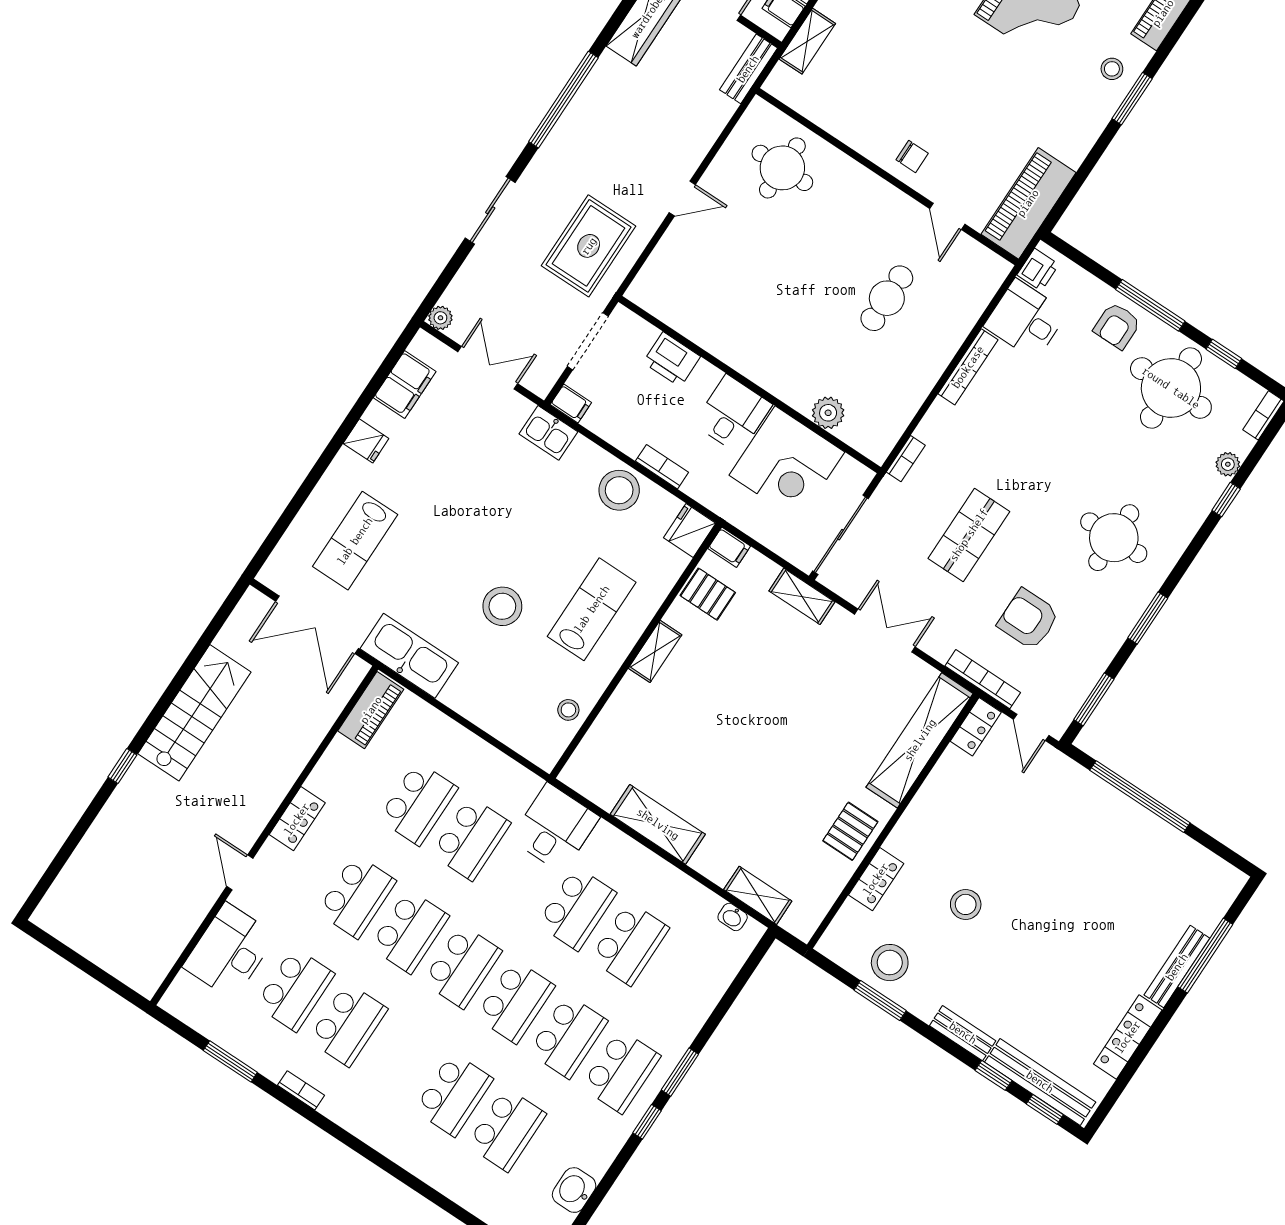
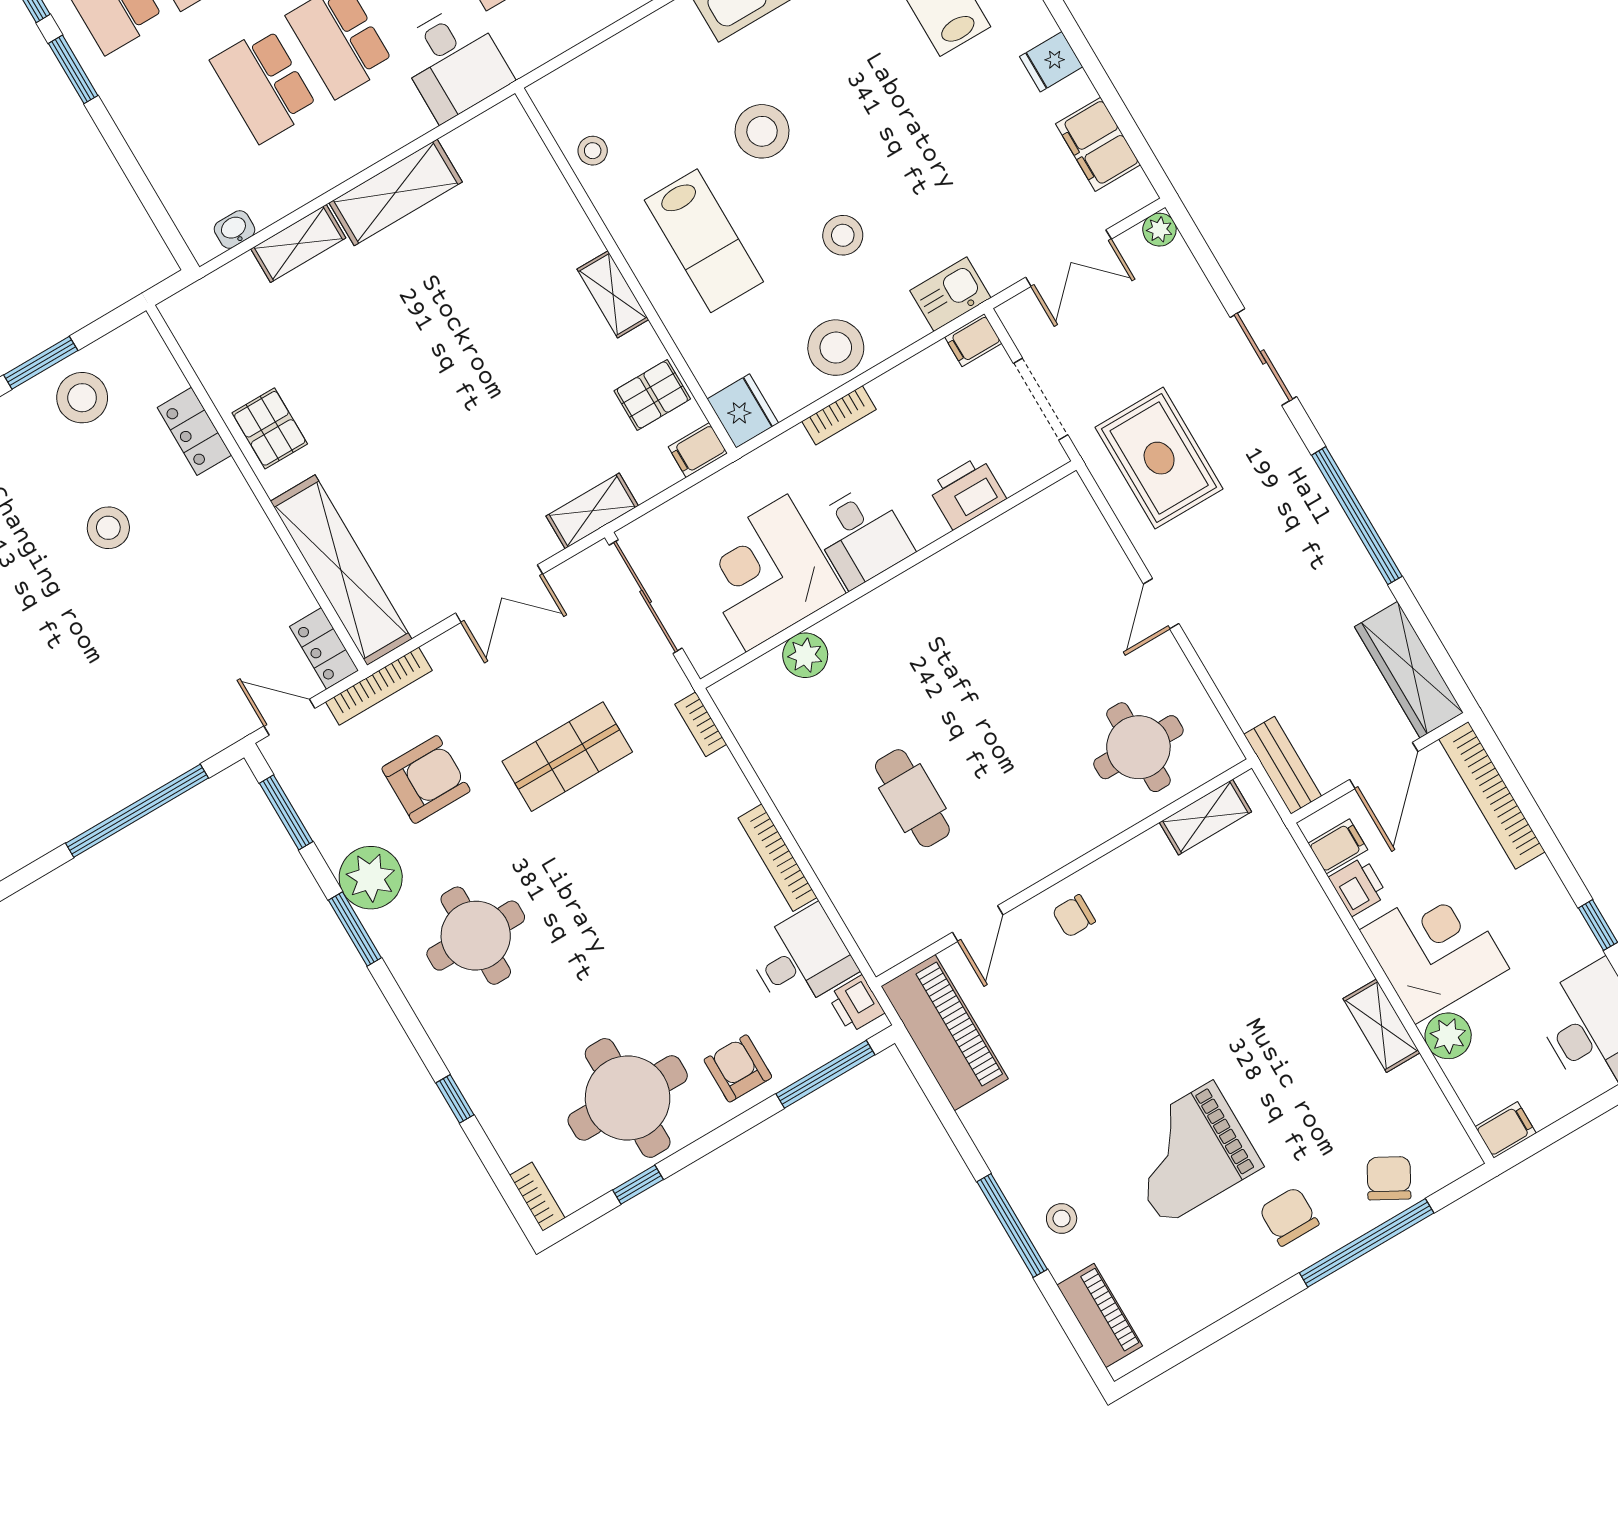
shelving: (807, 41) -> (1205, 817), moved, turned 90
window: (1132, 99) -> (1012, 1225), width x1.44
door: (947, 216) -> (978, 923), swing flipped
window: (1150, 305) -> (825, 1074), moved
plant: (1228, 464) -> (371, 878), moved, width x1.88, depth x1.88
stool: (544, 521) -> (843, 235), added
shop shelf: (969, 535) -> (567, 757), turned 90
shelving: (758, 895) -> (298, 243), moved

